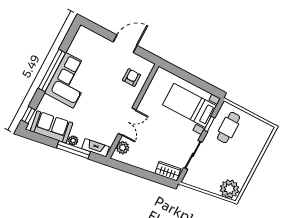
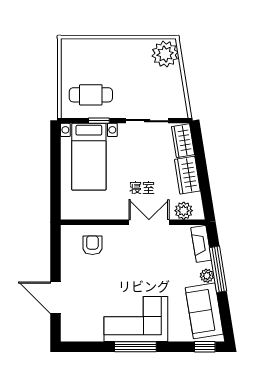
door: (125, 44) -> (55, 298), moved
window: (52, 71) -> (135, 347), width x0.68
armchair: (132, 78) -> (92, 245), turned 90
wardrobe: (144, 162) -> (187, 175), added

